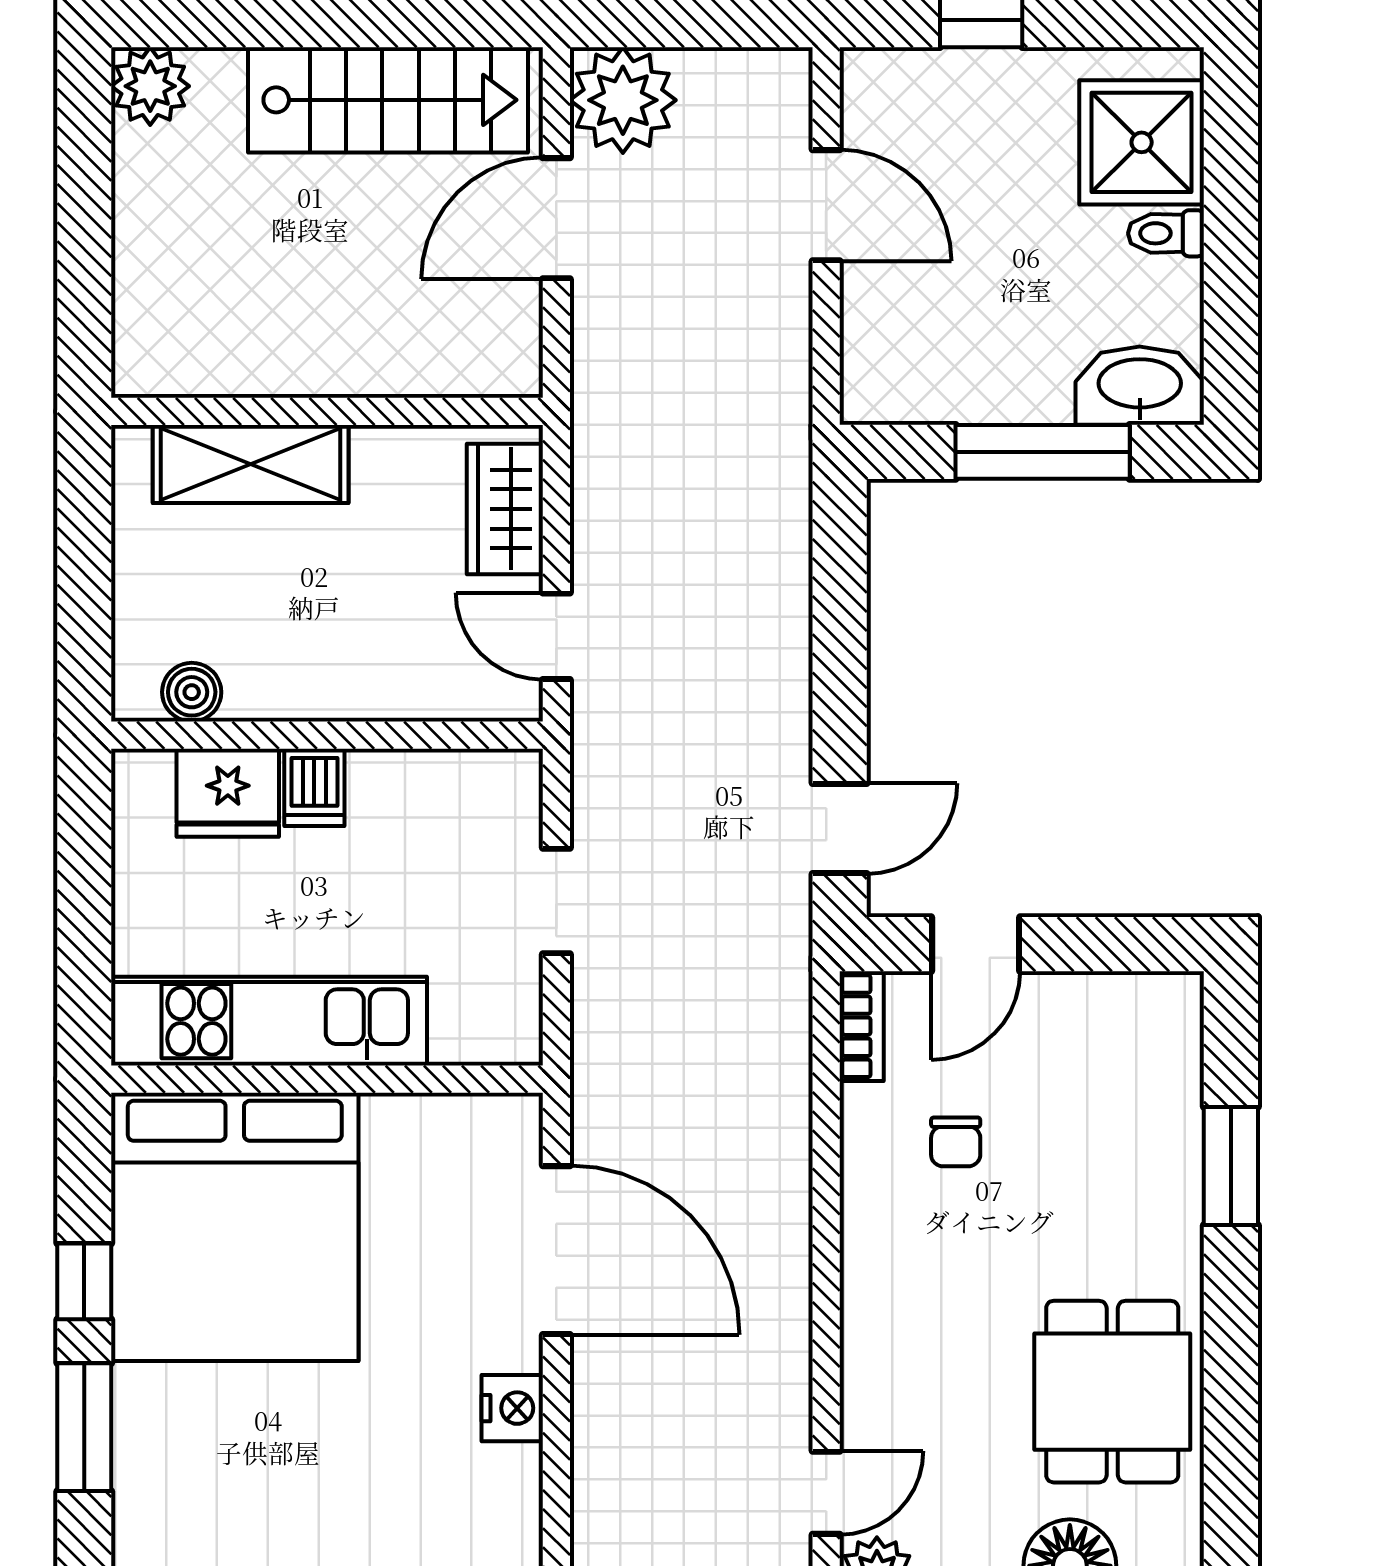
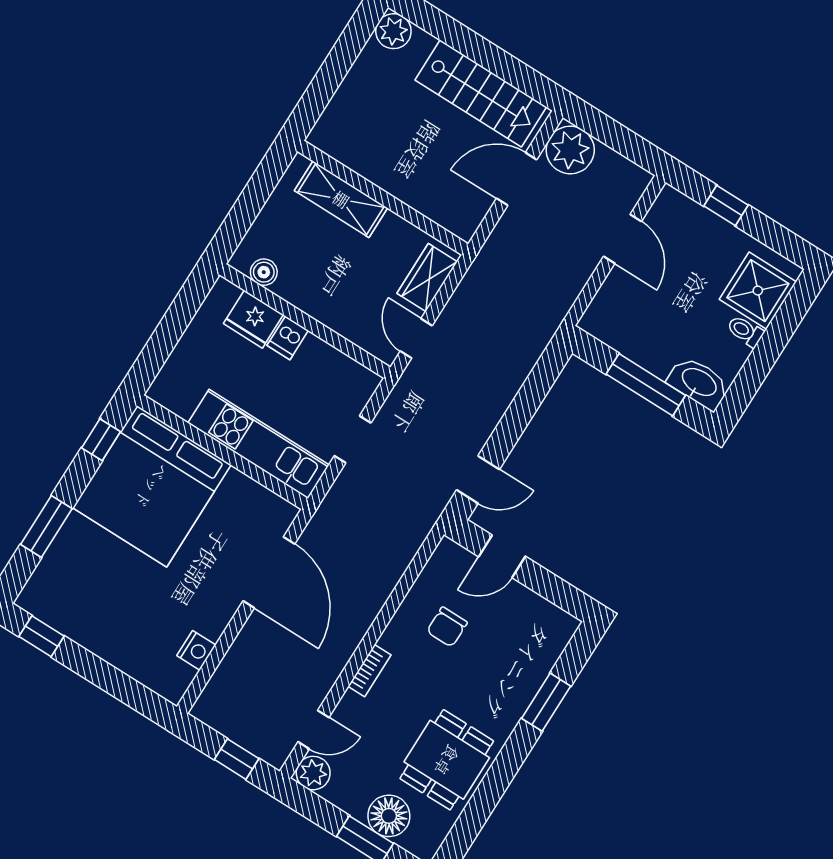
kitchen unit: (269, 1021) -> (259, 444), moved
bookcase: (862, 1026) -> (369, 671), moved
chair: (956, 1142) -> (447, 627), width x1.37, depth x1.37
window: (84, 1281) -> (101, 440), moved
nightstand: (512, 1408) -> (196, 650), moved

